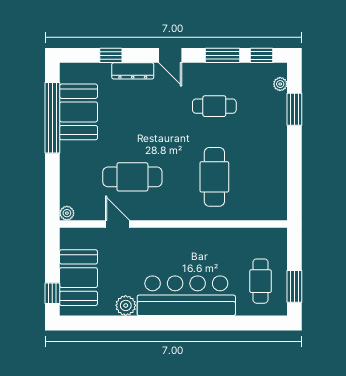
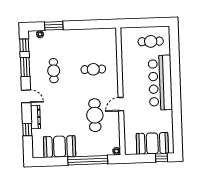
door: (170, 55) -> (26, 96), hinge flipped
window: (52, 118) -> (88, 160), moved
cafe table: (214, 177) -> (93, 69), width x0.73, depth x0.74
door: (117, 224) -> (121, 104), moved
window: (294, 286) -> (153, 22), removed
plant: (126, 305) -> (167, 116), removed

